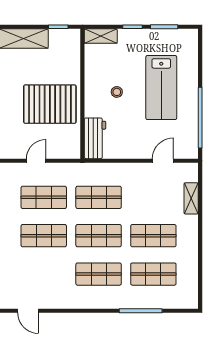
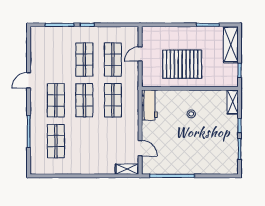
lab bench: (161, 88) -> (194, 147), removed
pallet: (50, 104) -> (182, 64), turned 90
workbench: (95, 138) -> (149, 105), moved, turned -90
door: (36, 161) -> (140, 54), swing flipped
shelving: (191, 198) -> (127, 169), moved
shop shelf: (153, 236) -> (84, 141), removed
door: (28, 311) -> (29, 80), moved

